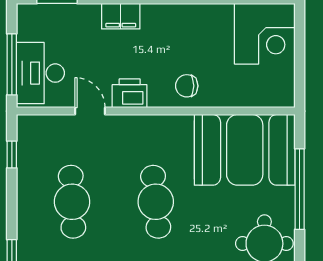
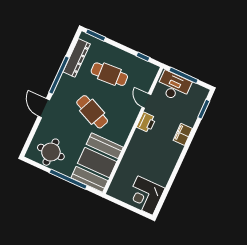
chair: (187, 86) -> (138, 150), removed
door: (90, 111) -> (146, 101), swing flipped
cafe table: (156, 202) -> (92, 112), turned 30

